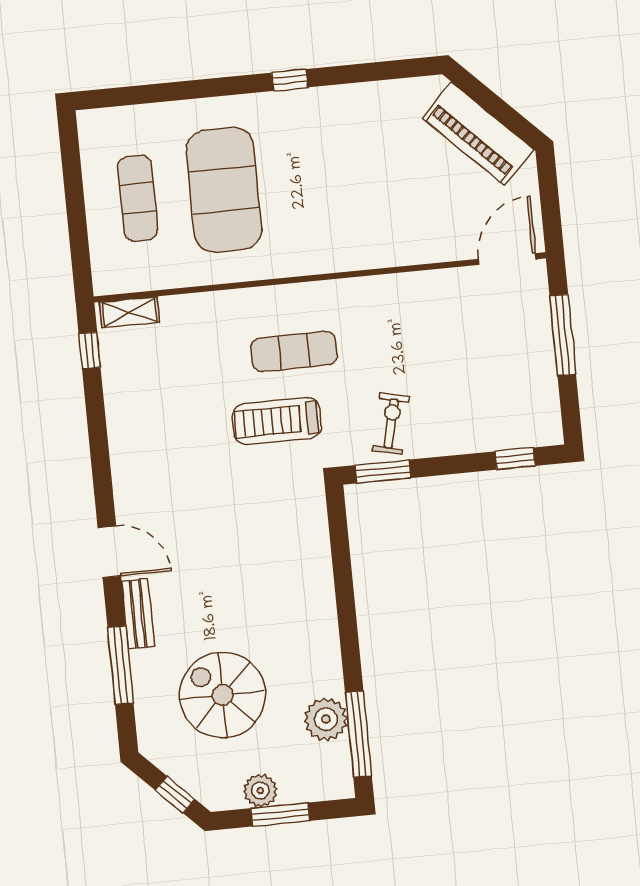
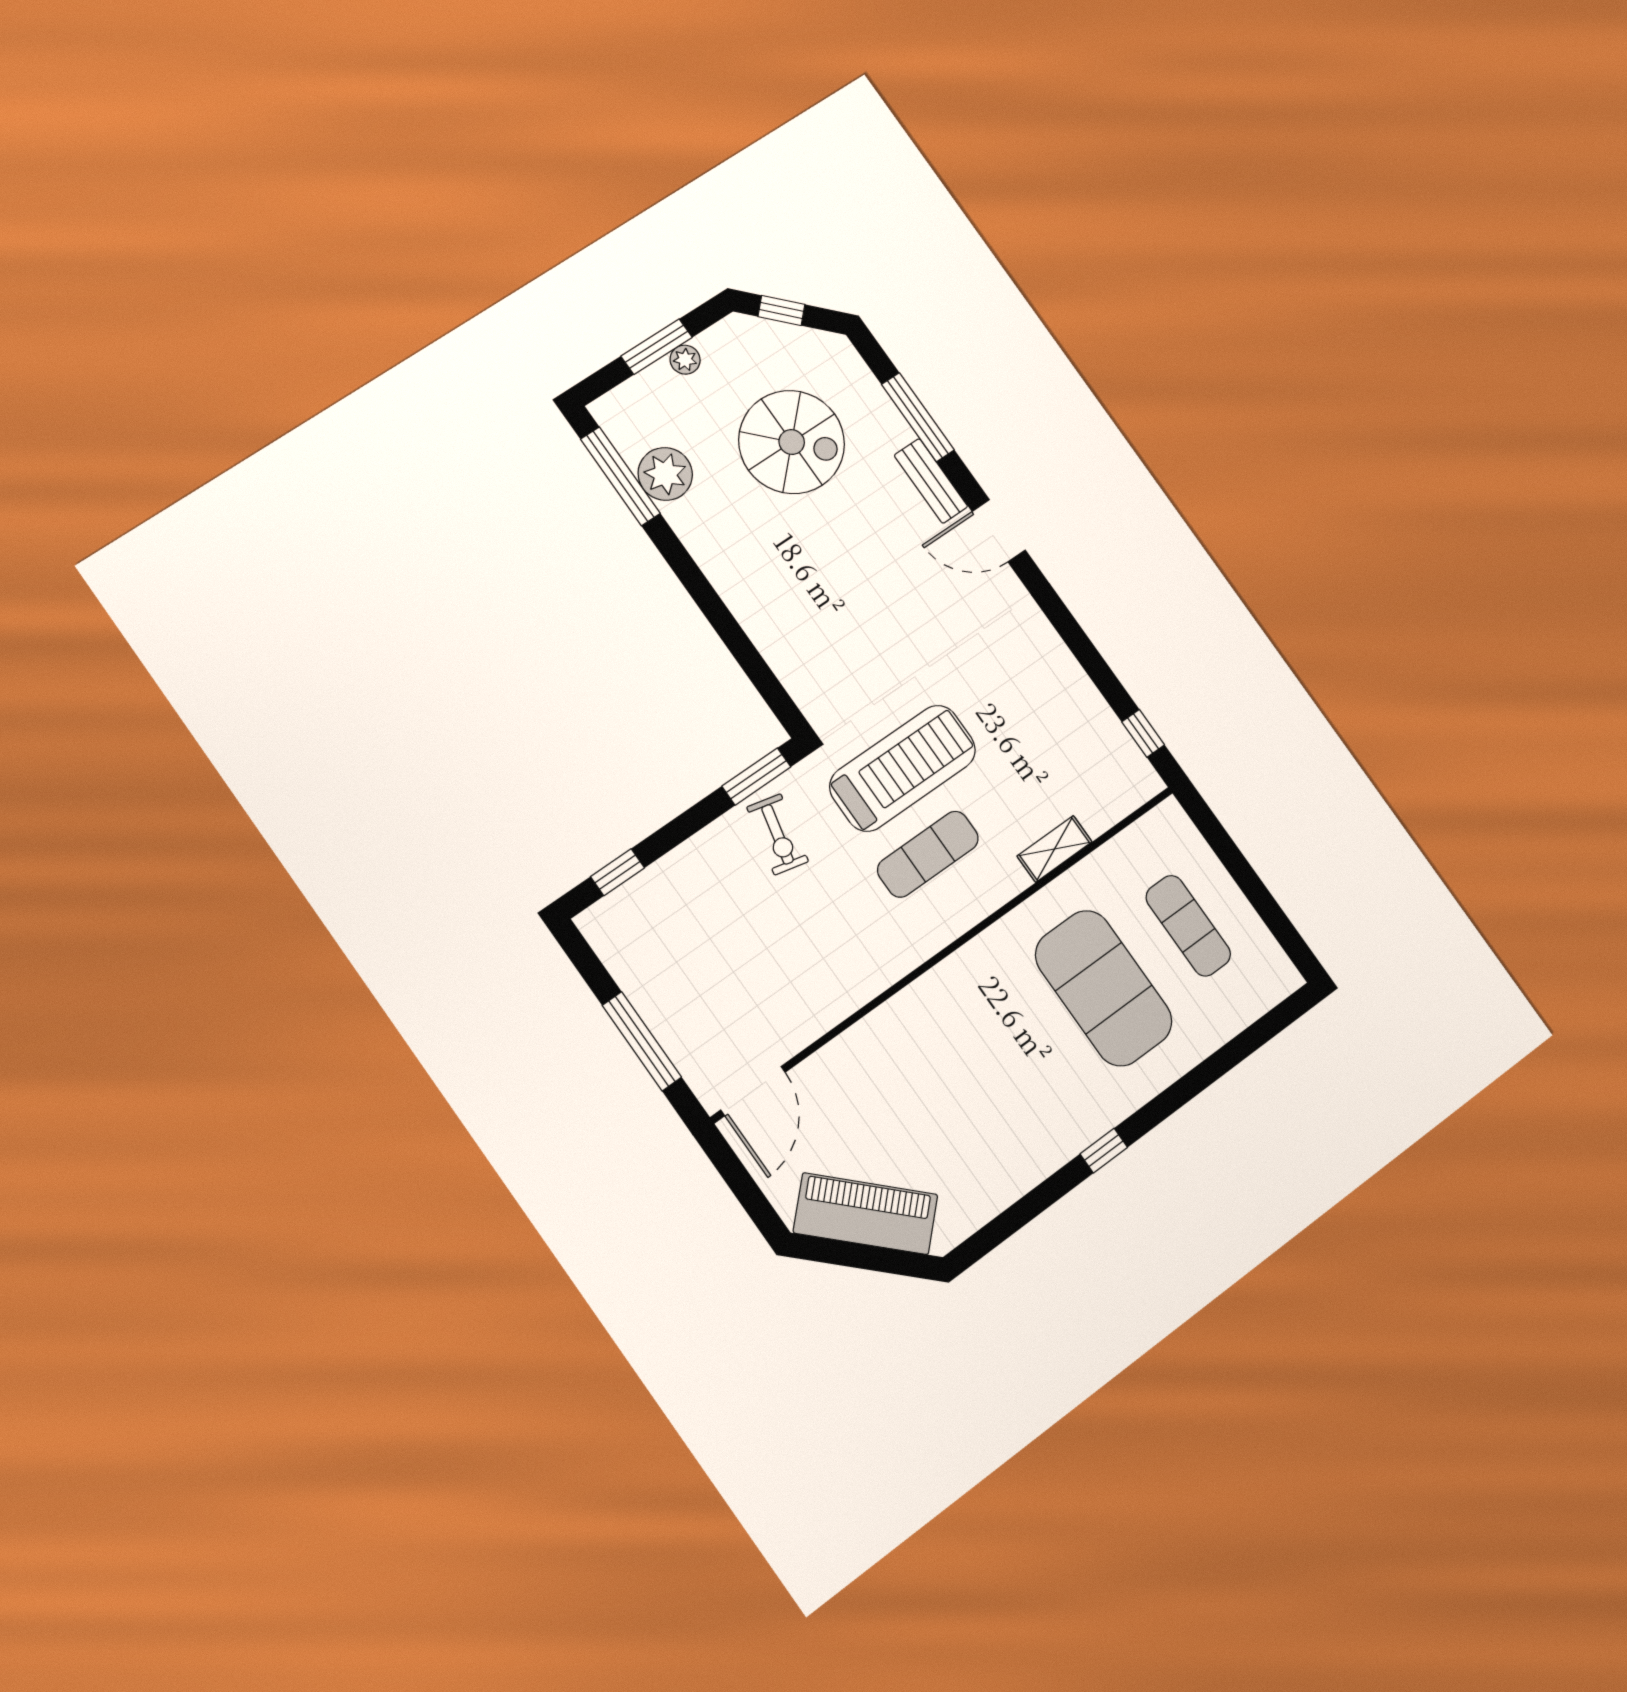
shelving: (129, 312) -> (1055, 849), moved
treadmill: (277, 421) -> (903, 768), width x1.37, depth x1.38
plant: (260, 790) -> (685, 360), width x0.73, depth x0.73

